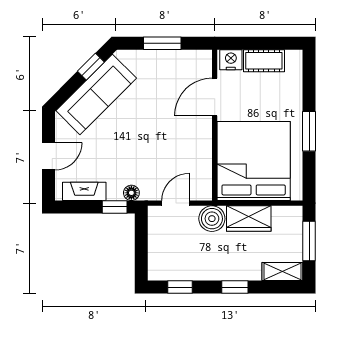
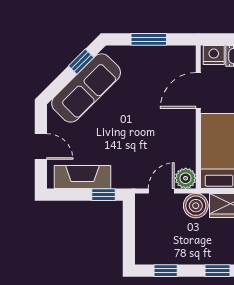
door: (48, 156) -> (41, 147), hinge flipped
plant: (201, 190) -> (186, 178), added
fireplace: (84, 191) -> (82, 177), width x1.37, depth x1.32
floor lamp: (131, 193) -> (119, 181), removed

